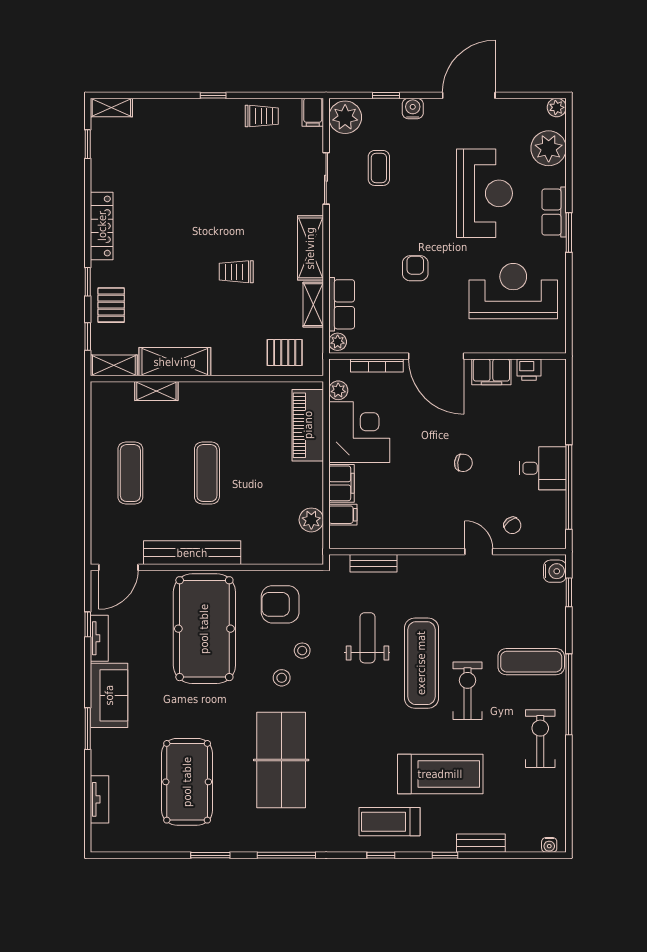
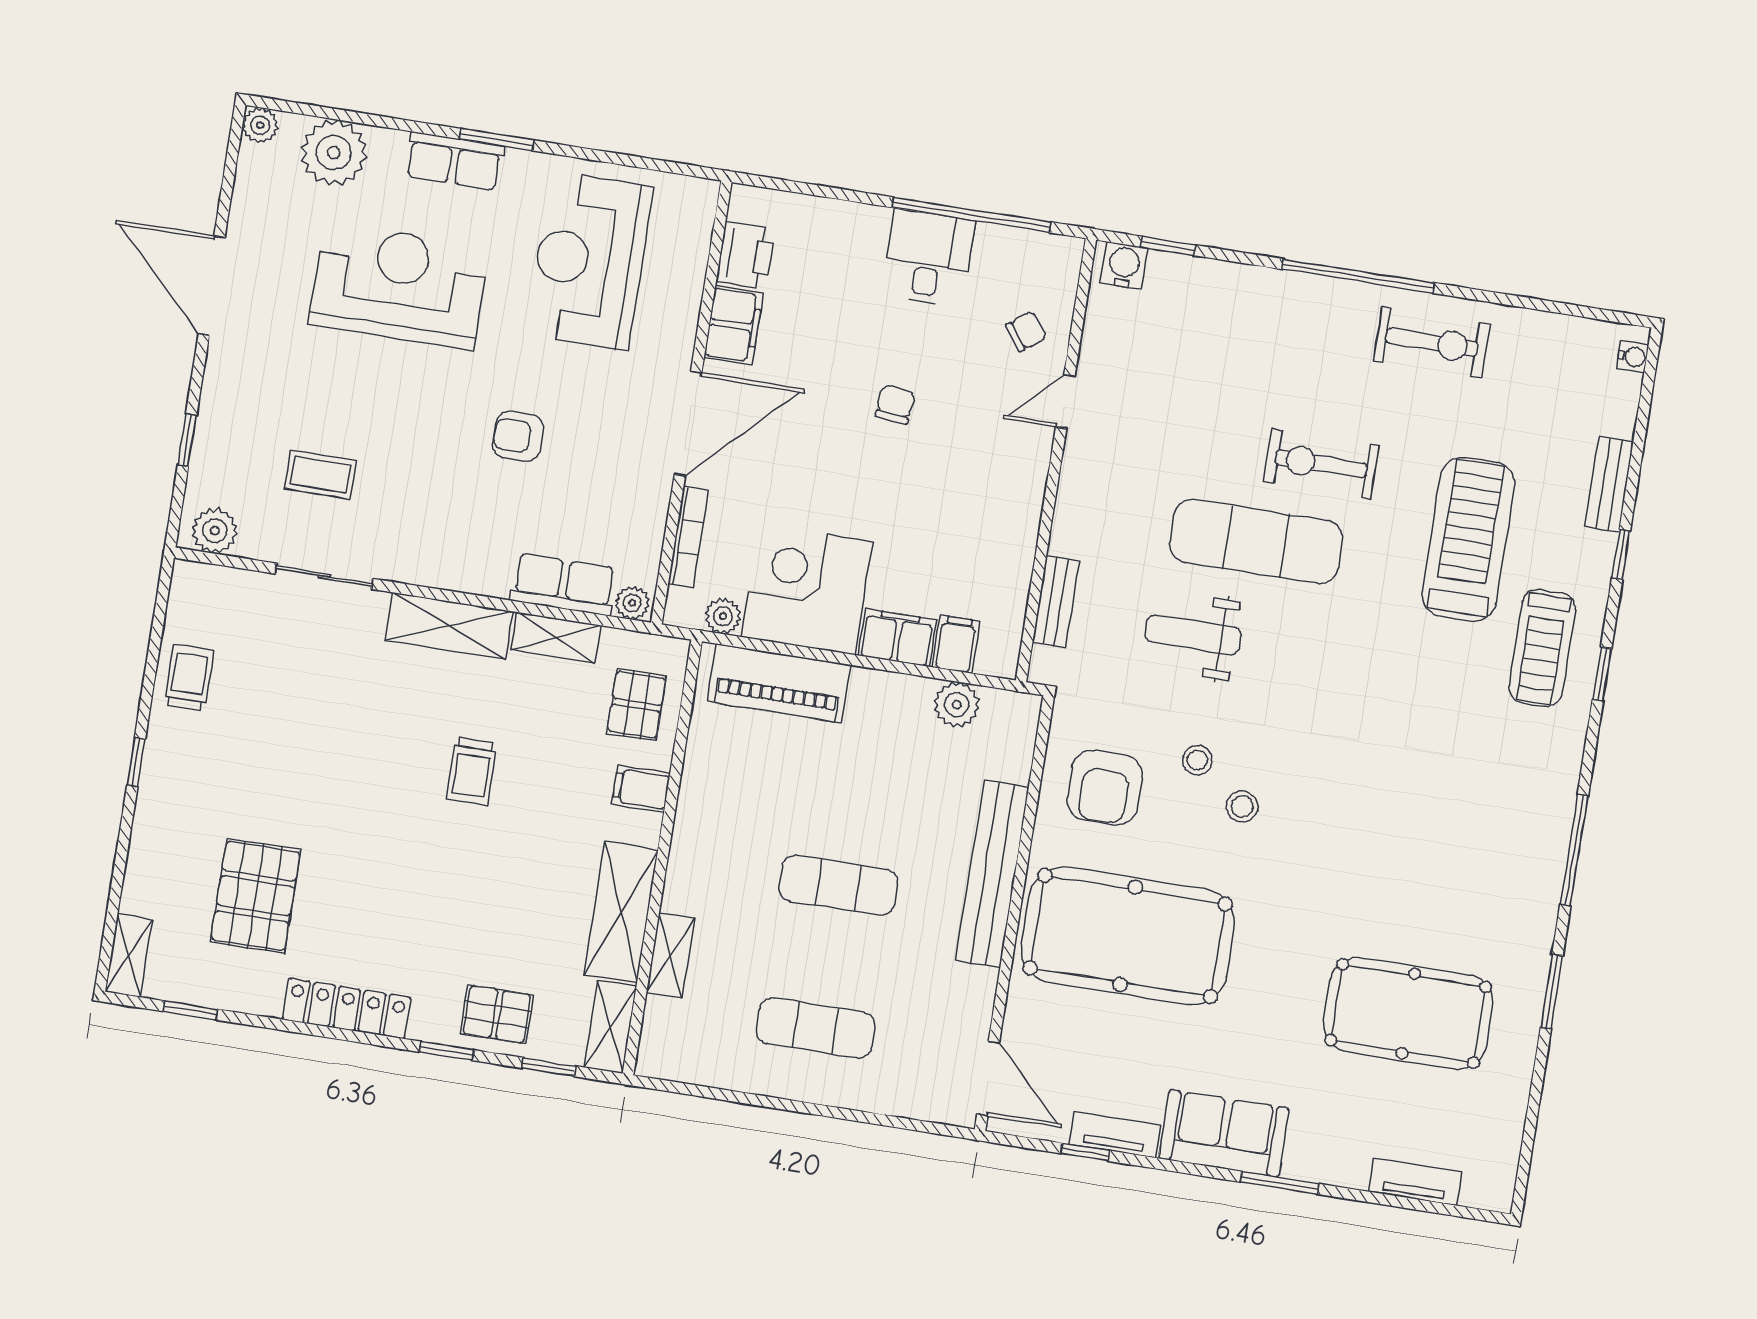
water cooler: (413, 108) -> (219, 394), removed
filing cabinet: (313, 112) -> (641, 789), moved, turned 180
plant: (345, 117) -> (215, 531), width x0.73, depth x0.73
pallet: (153, 169) -> (256, 896), added
printer: (529, 370) -> (746, 255), width x1.36, depth x1.24
bench: (192, 553) -> (992, 874), moved
exercise mat: (531, 662) -> (1286, 336), removed
exercise bike: (540, 739) -> (1432, 342), turned 180
table tennis table: (281, 760) -> (1395, 832), removed

